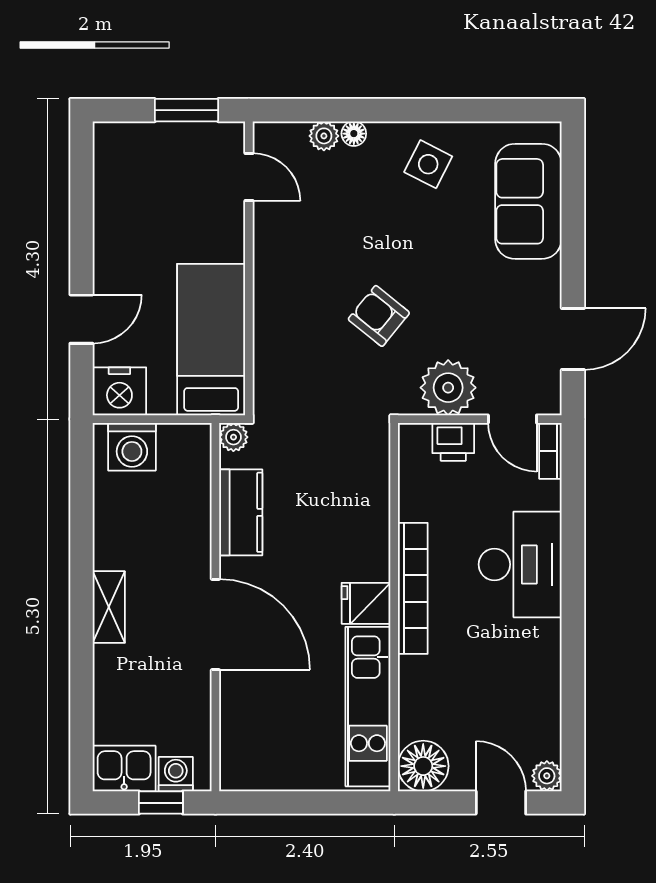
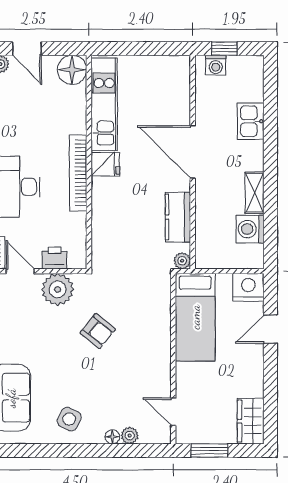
wardrobe: (116, 161) -> (251, 421), added
washing machine: (132, 447) -> (250, 229), moved, turned -90
shelving: (109, 607) -> (255, 193), moved
kitchen sink: (124, 769) -> (251, 121), moved, turned 90

